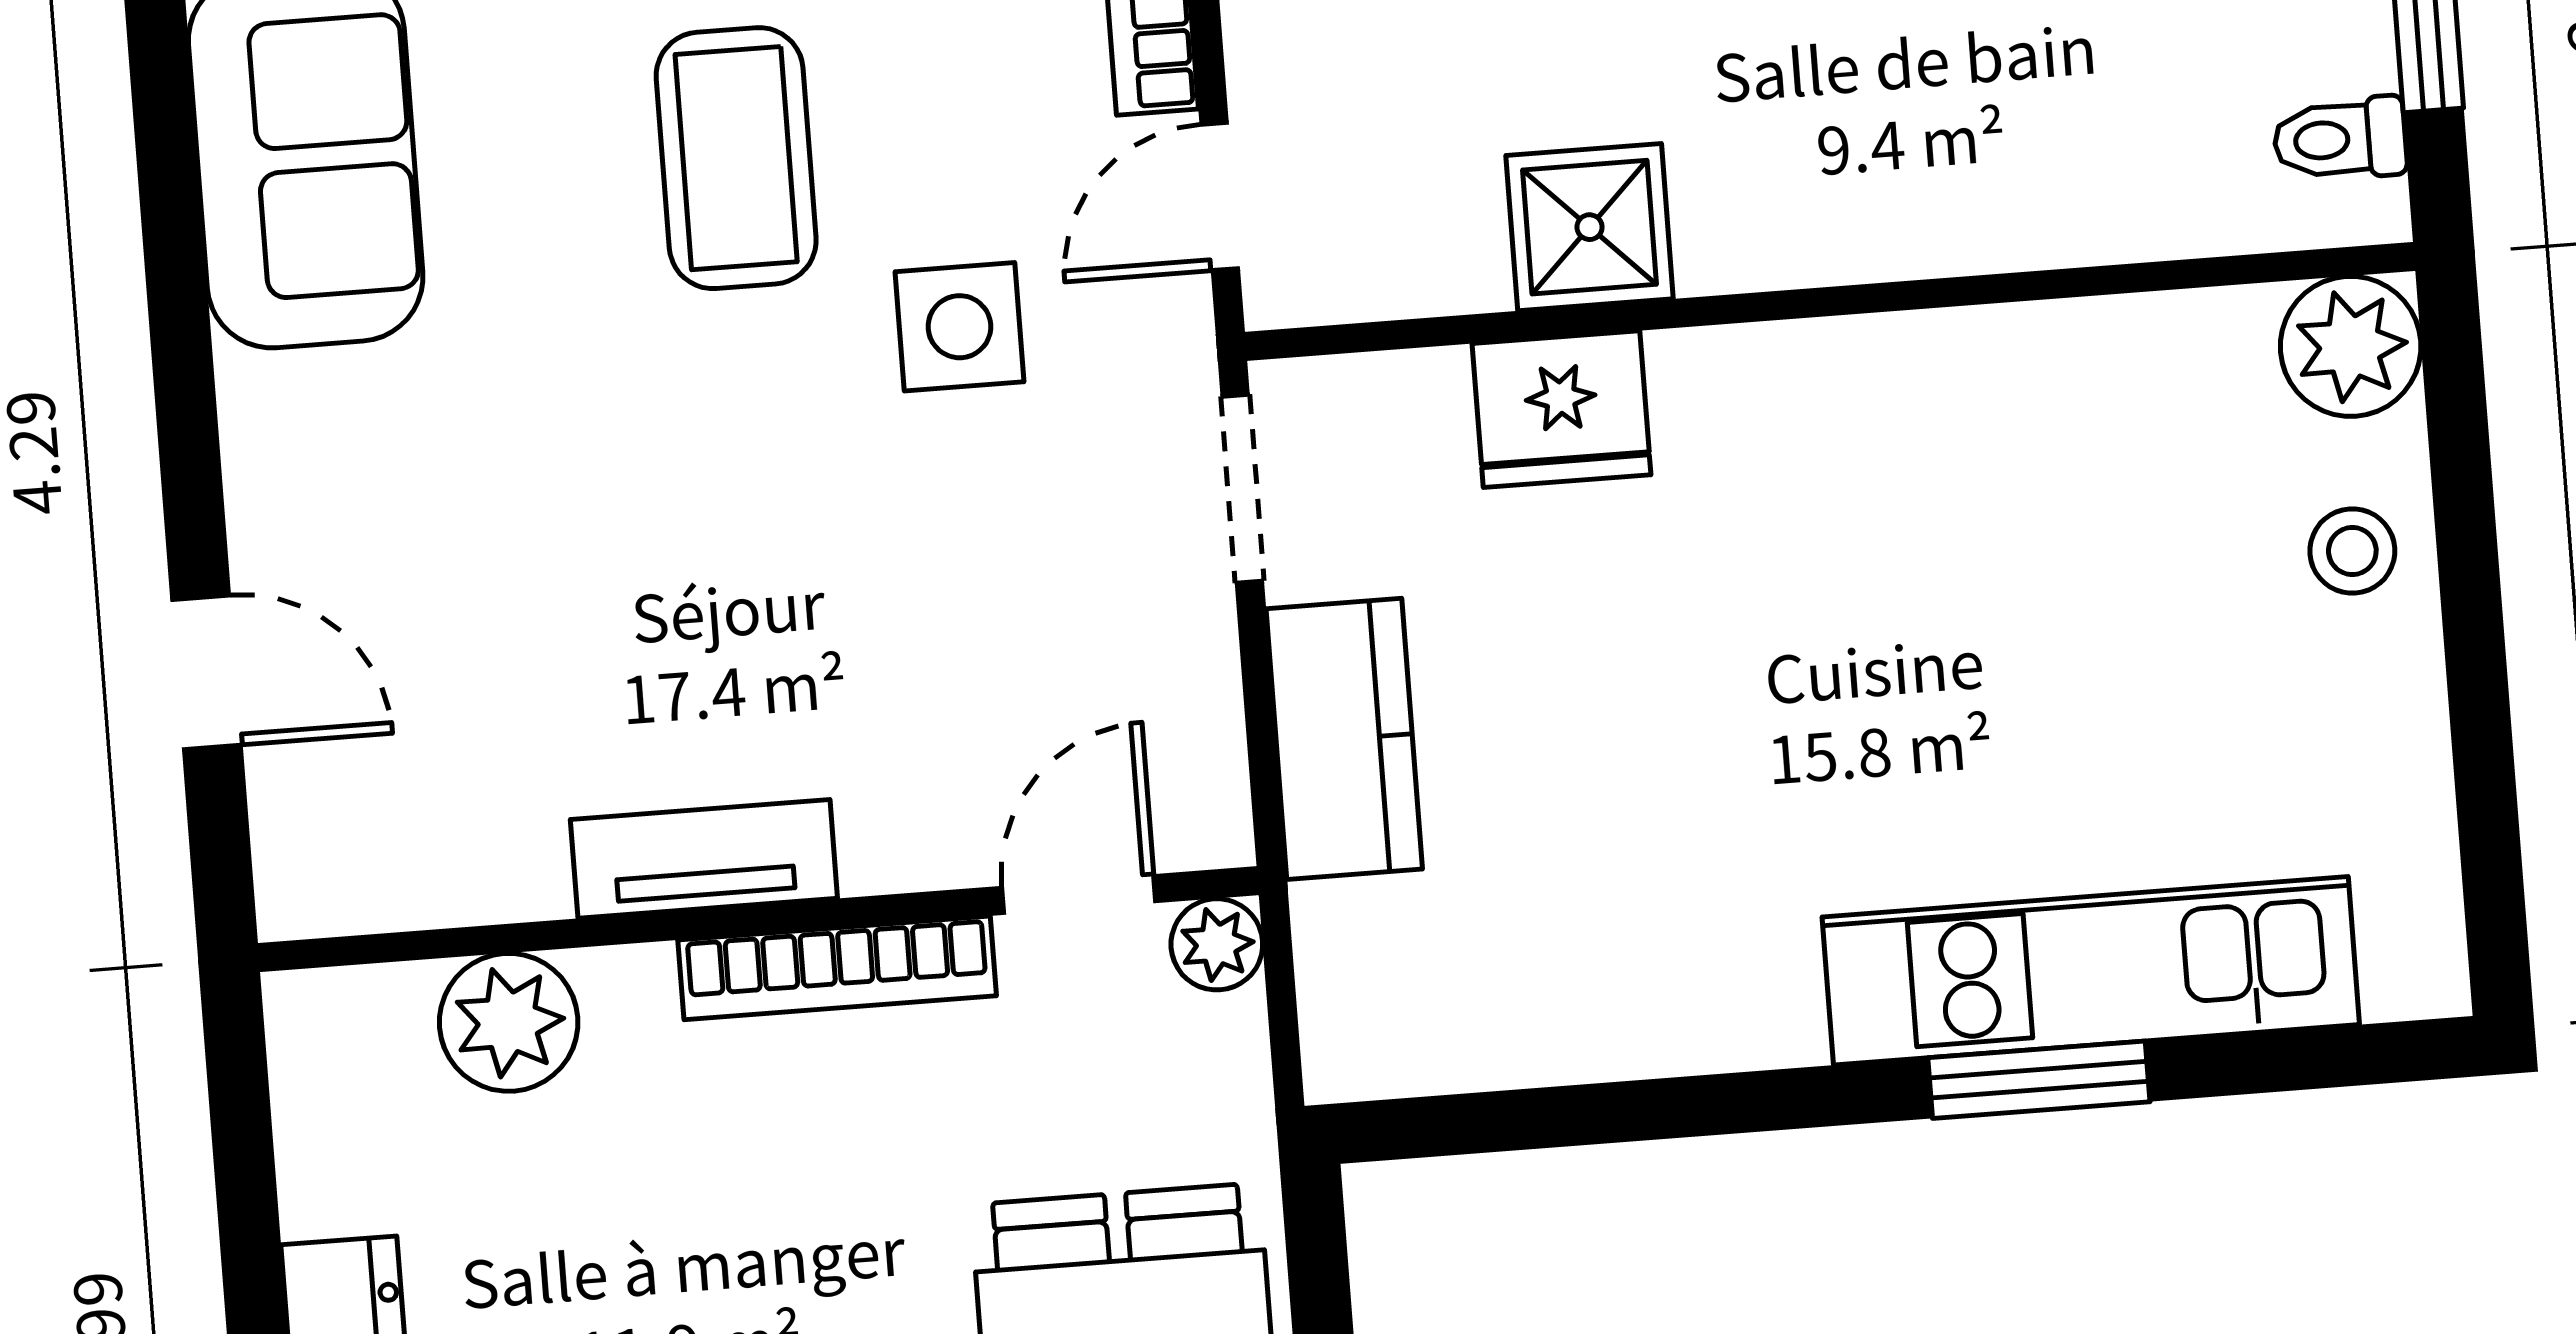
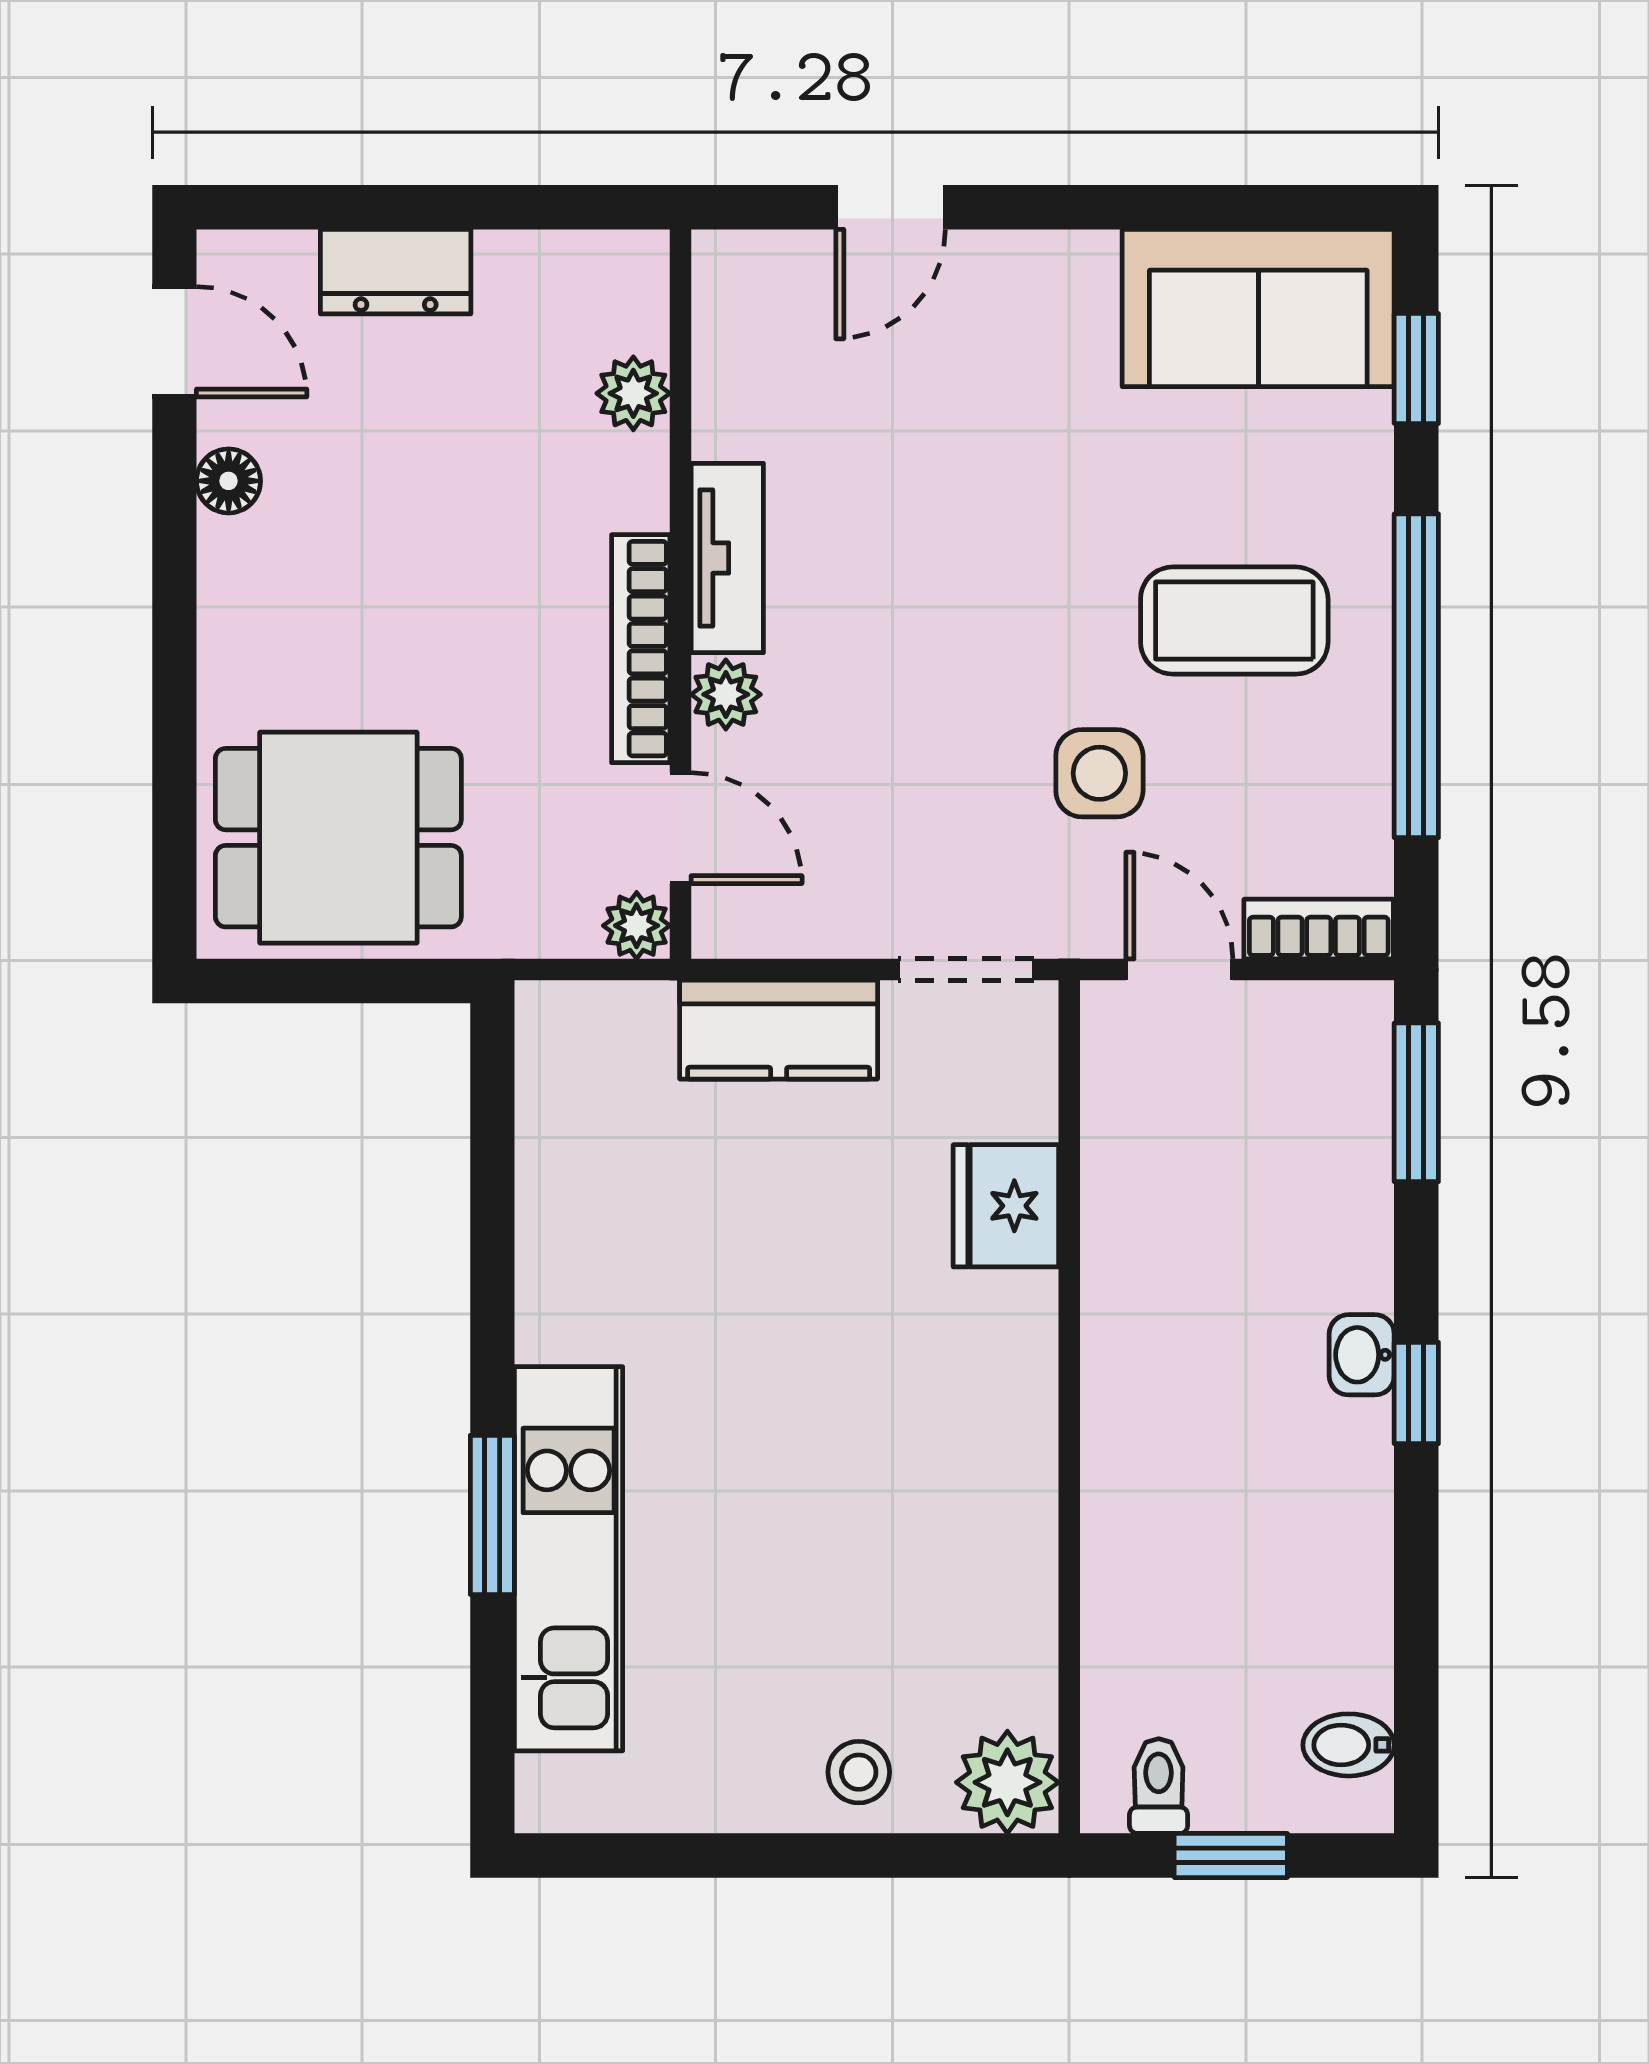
shower: (1590, 227) -> (1136, 1236), removed
plant: (891, 846) -> (726, 694), added
plant: (509, 1022) -> (633, 393), width x0.73, depth x0.73

